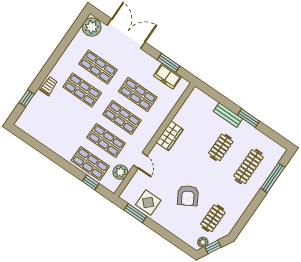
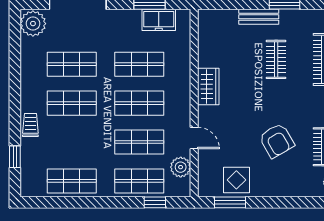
shop shelf: (50, 136) -> (72, 181), added

